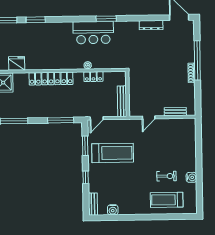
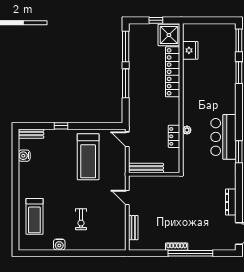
locker: (51, 79) -> (173, 72), moved
window: (61, 120) -> (126, 83), moved
window: (85, 146) -> (97, 126), removed
exercise bike: (166, 176) -> (81, 219), moved
treadmill: (167, 200) -> (34, 216), turned 180

